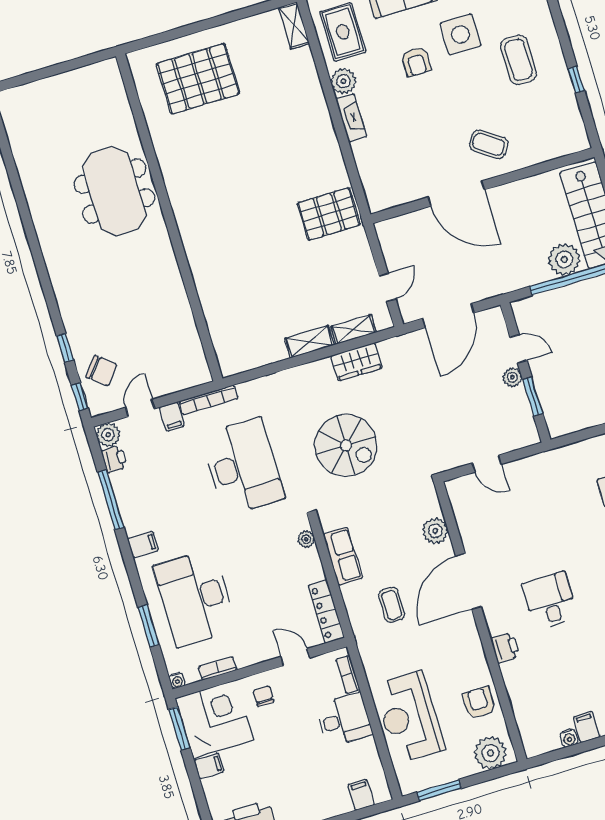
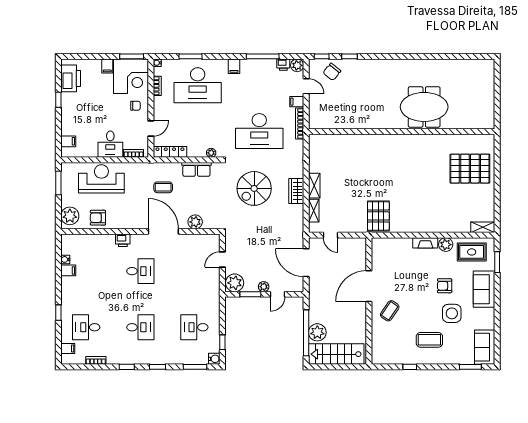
pallet: (198, 79) -> (470, 169), turned 90
wardrobe: (357, 362) -> (296, 191), moved
plant: (521, 430) -> (235, 283), added
desk: (195, 598) -> (198, 85), turned 180
armchair: (479, 703) -> (98, 218), turned 180

